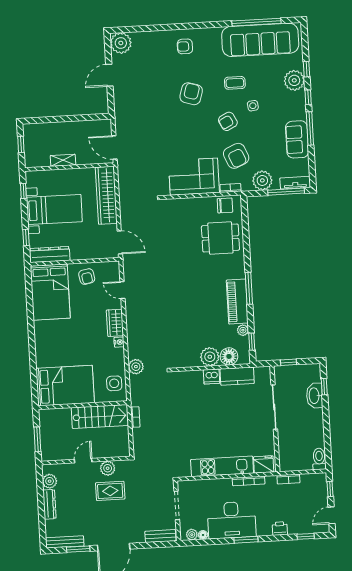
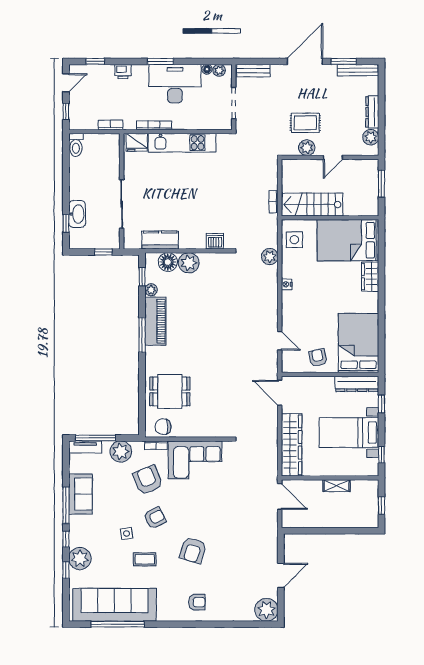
wardrobe: (115, 323) -> (370, 277), moved, turned 180
dishwasher: (212, 377) -> (215, 241), moved

